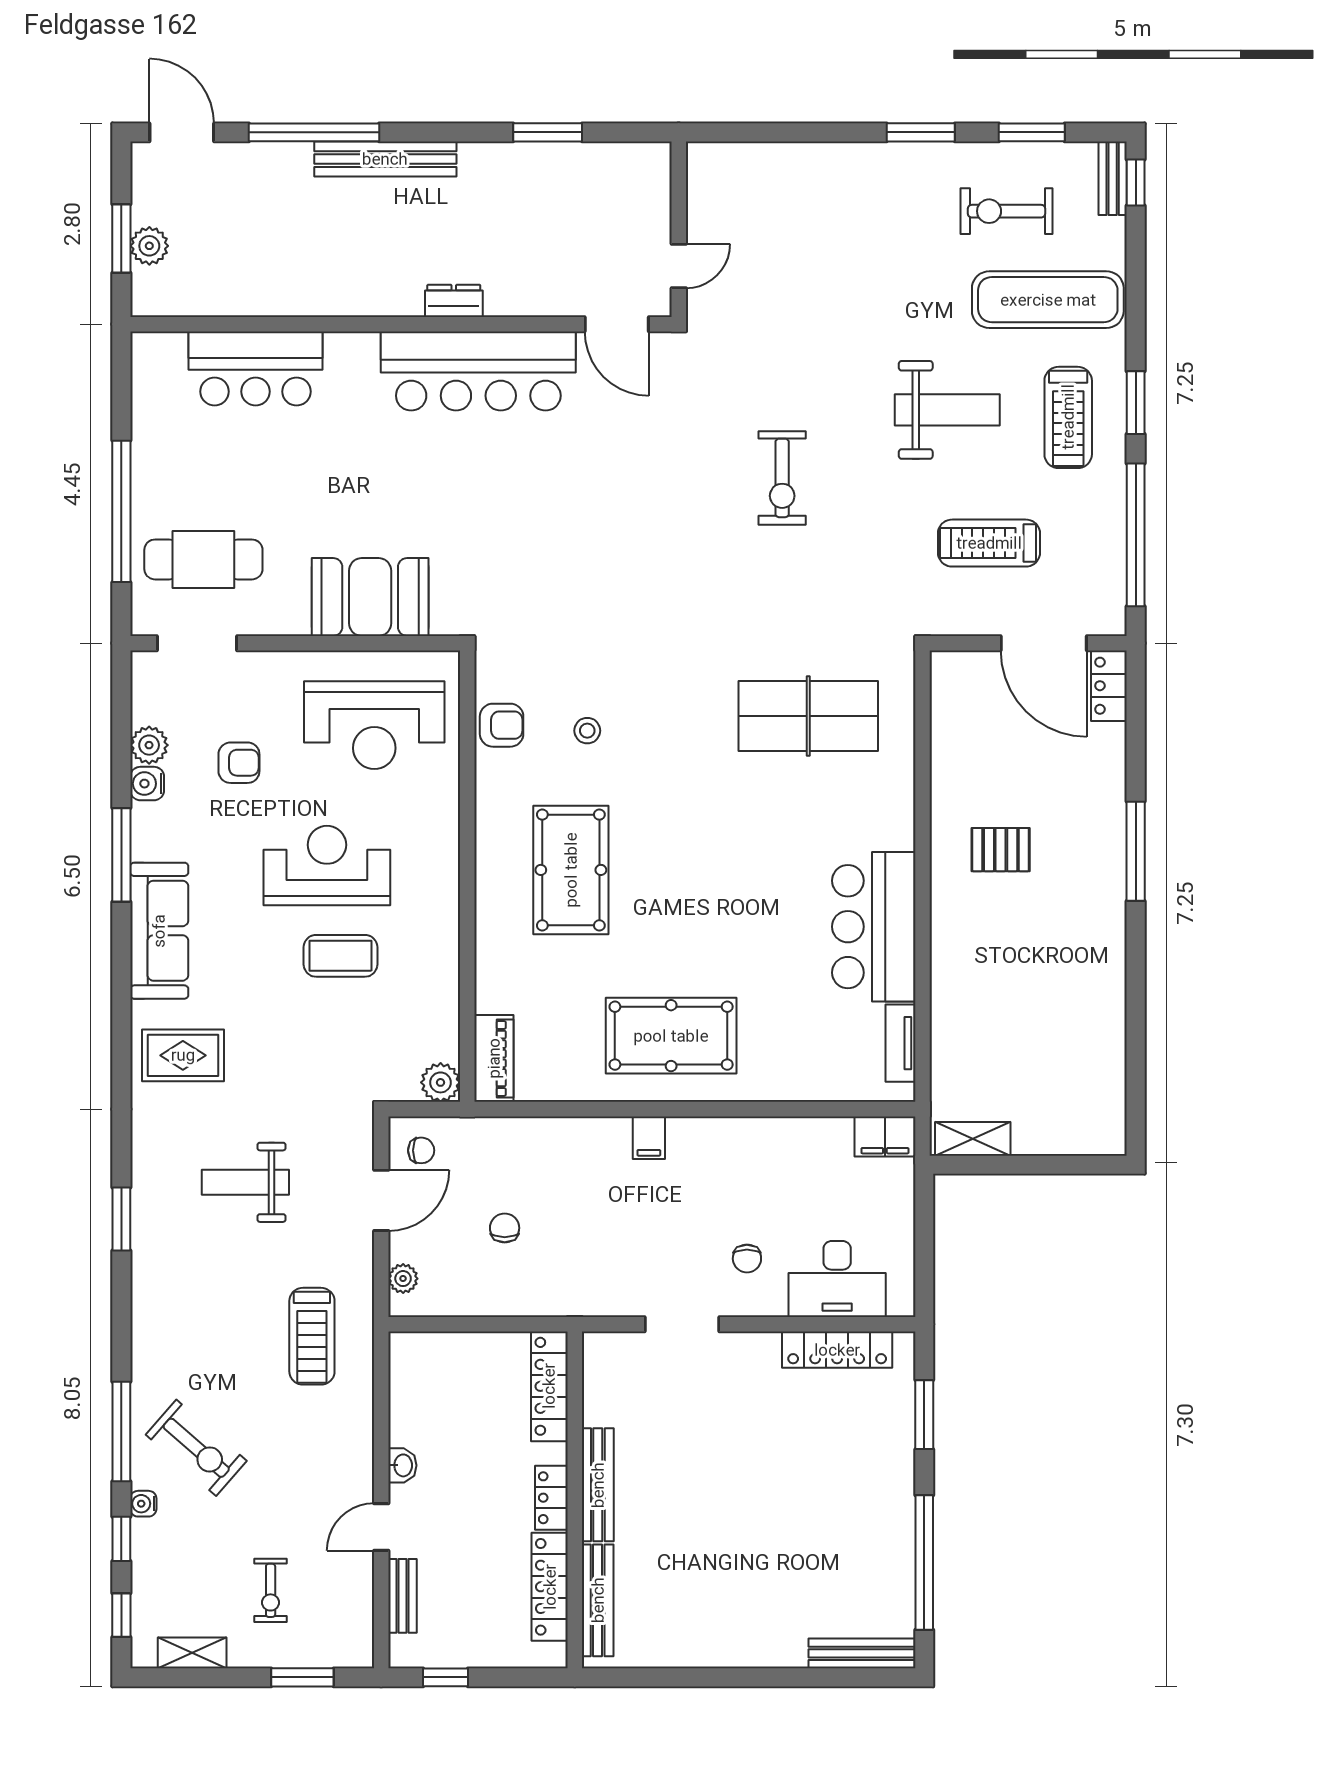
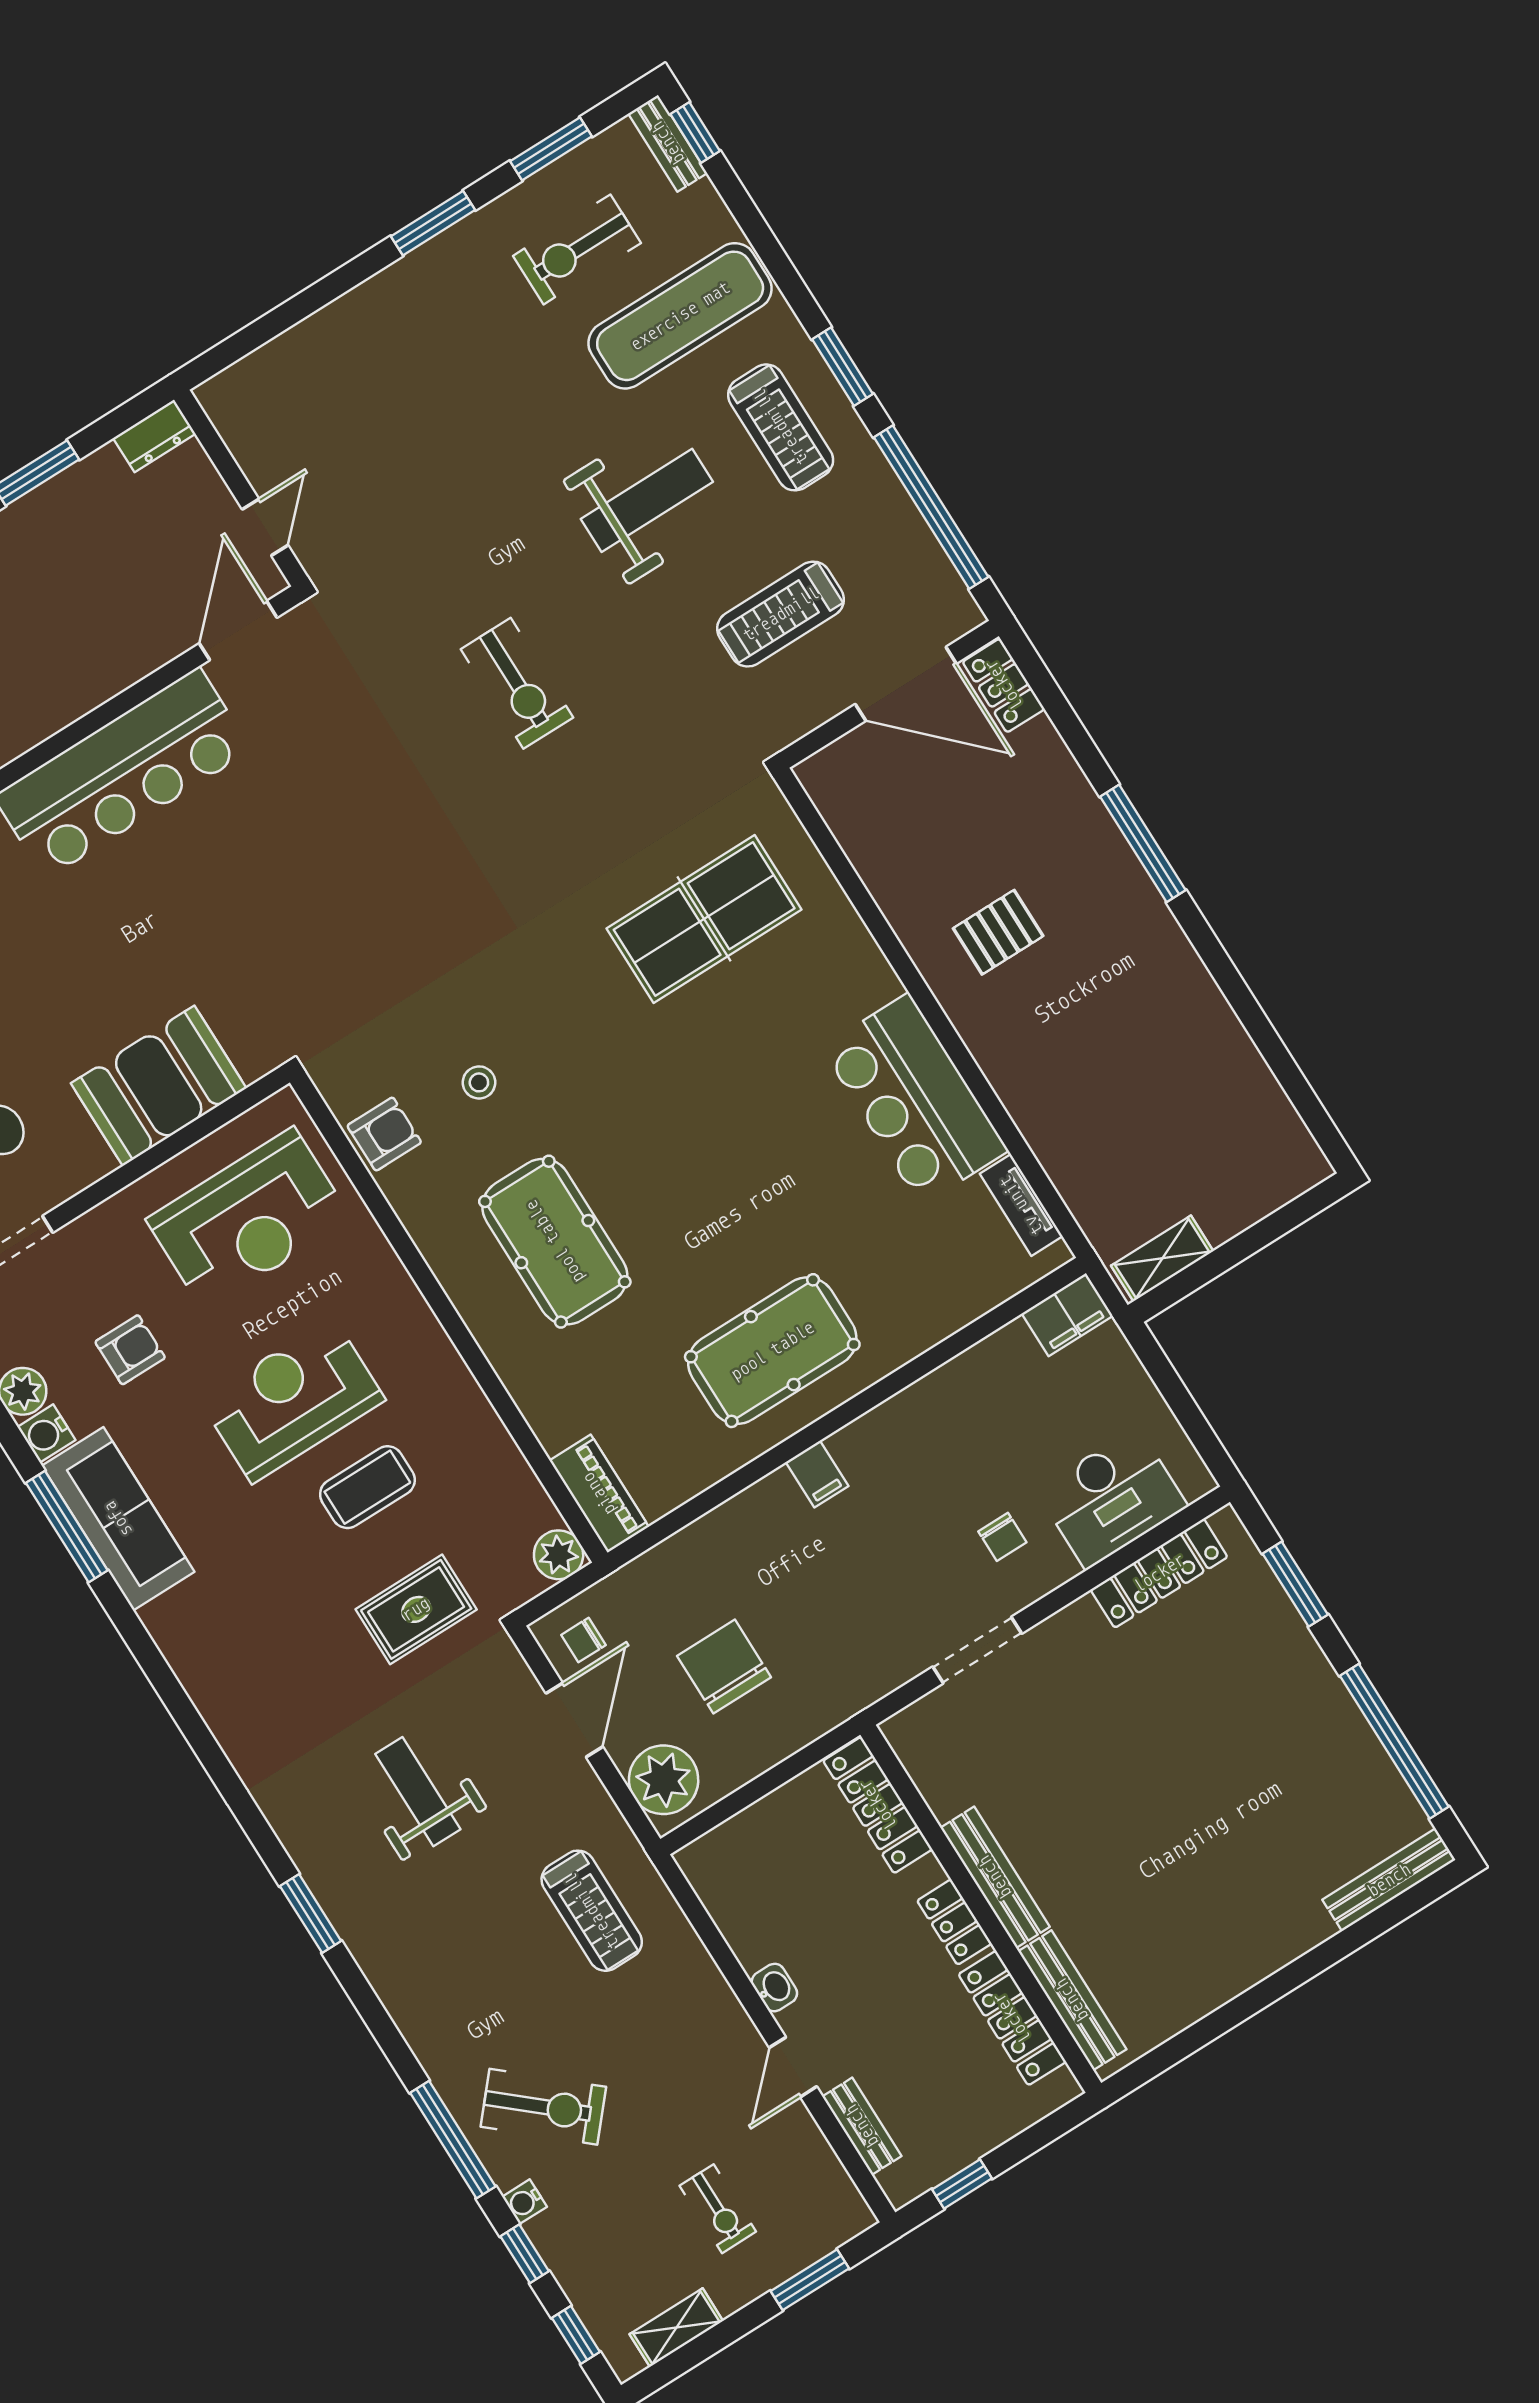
dresser: (454, 301) -> (154, 436), moved, turned 180
door: (617, 324) -> (238, 631), swing flipped
sofa: (159, 931) -> (118, 1519), moved
rug: (183, 1055) -> (416, 1609), moved
chair: (421, 1150) -> (584, 1640), turned 180
weight bench: (245, 1182) -> (418, 1792), turned 90
chair: (505, 1228) -> (724, 1667), width x1.87, depth x1.87
plant: (403, 1279) -> (664, 1780), width x1.87, depth x1.87

